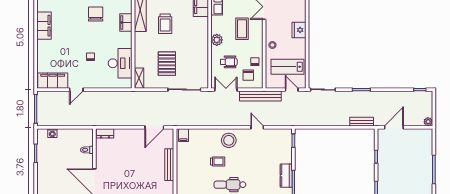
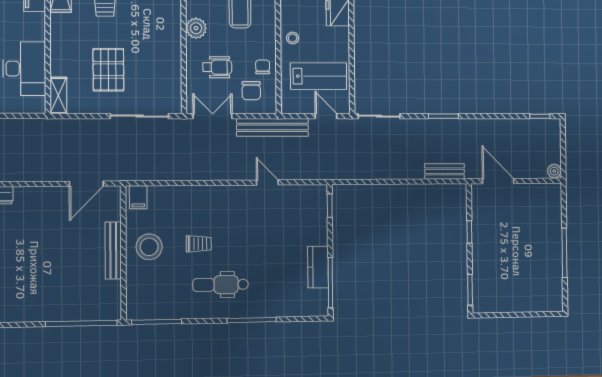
lab bench: (287, 67) -> (319, 76), turned 180
door: (394, 127) -> (498, 181), hinge flipped
stool: (229, 140) -> (149, 247), moved

